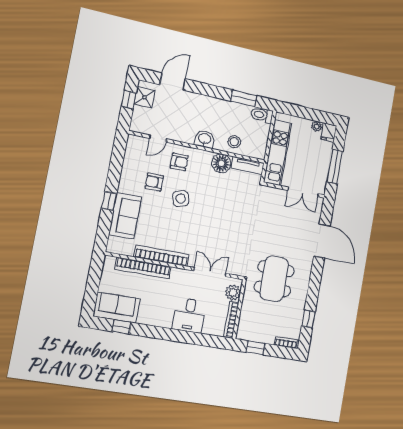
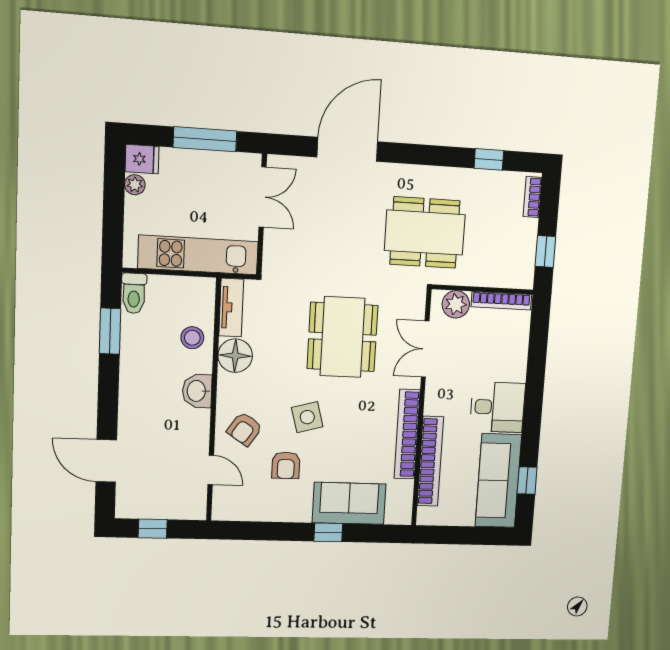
shower: (144, 97) -> (144, 504), removed
armchair: (179, 162) -> (245, 429), turned -146
dining table: (223, 225) -> (343, 337), added
sofa: (117, 308) -> (498, 481), width x1.36
desk: (189, 315) -> (497, 407), moved

